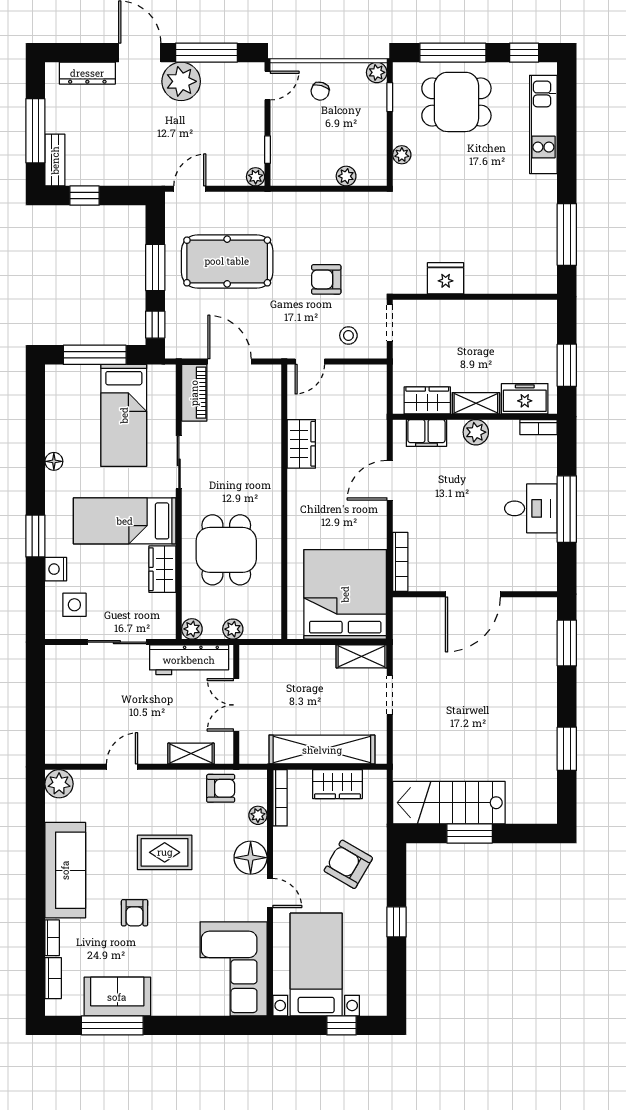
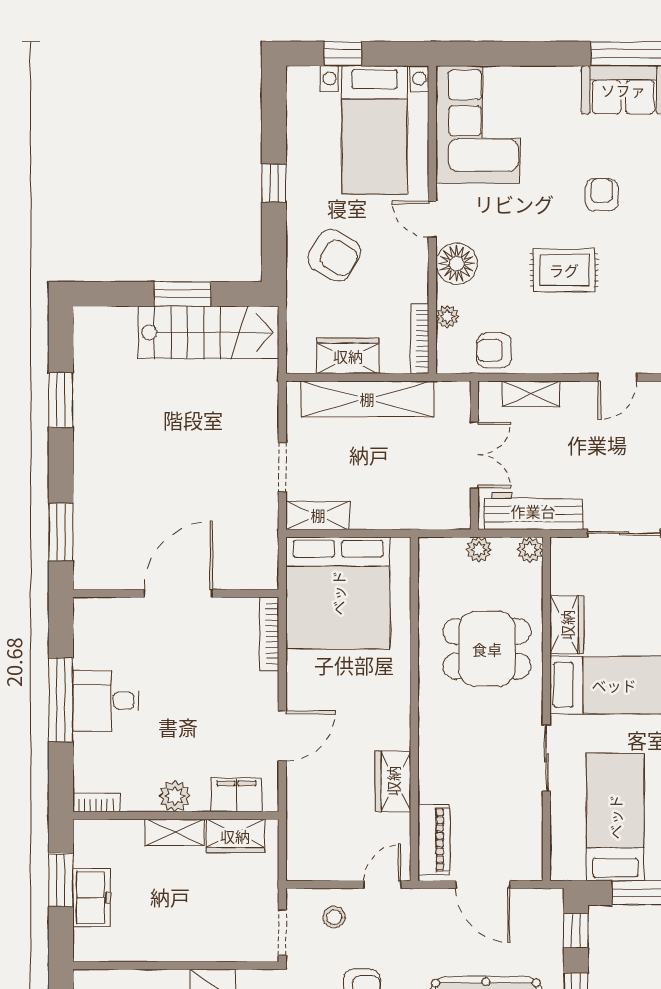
piano: (194, 393) -> (434, 840), moved, turned 180
freezer: (525, 399) -> (92, 898), moved, turned -90
dining table: (226, 550) -> (487, 649), turned 90

